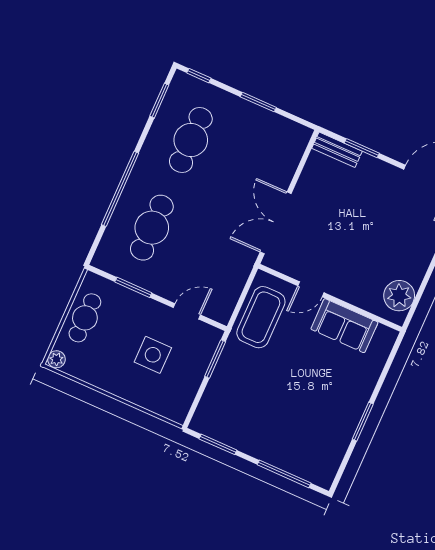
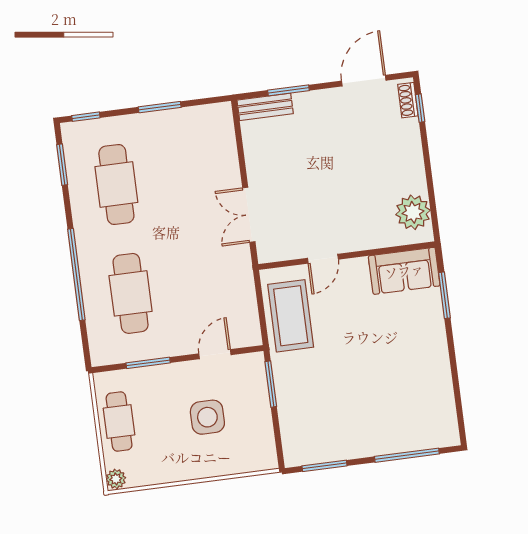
double door: (276, 223) -> (249, 215), width x0.73
sofa: (344, 326) -> (404, 271), moved
window: (363, 422) -> (444, 295), moved

